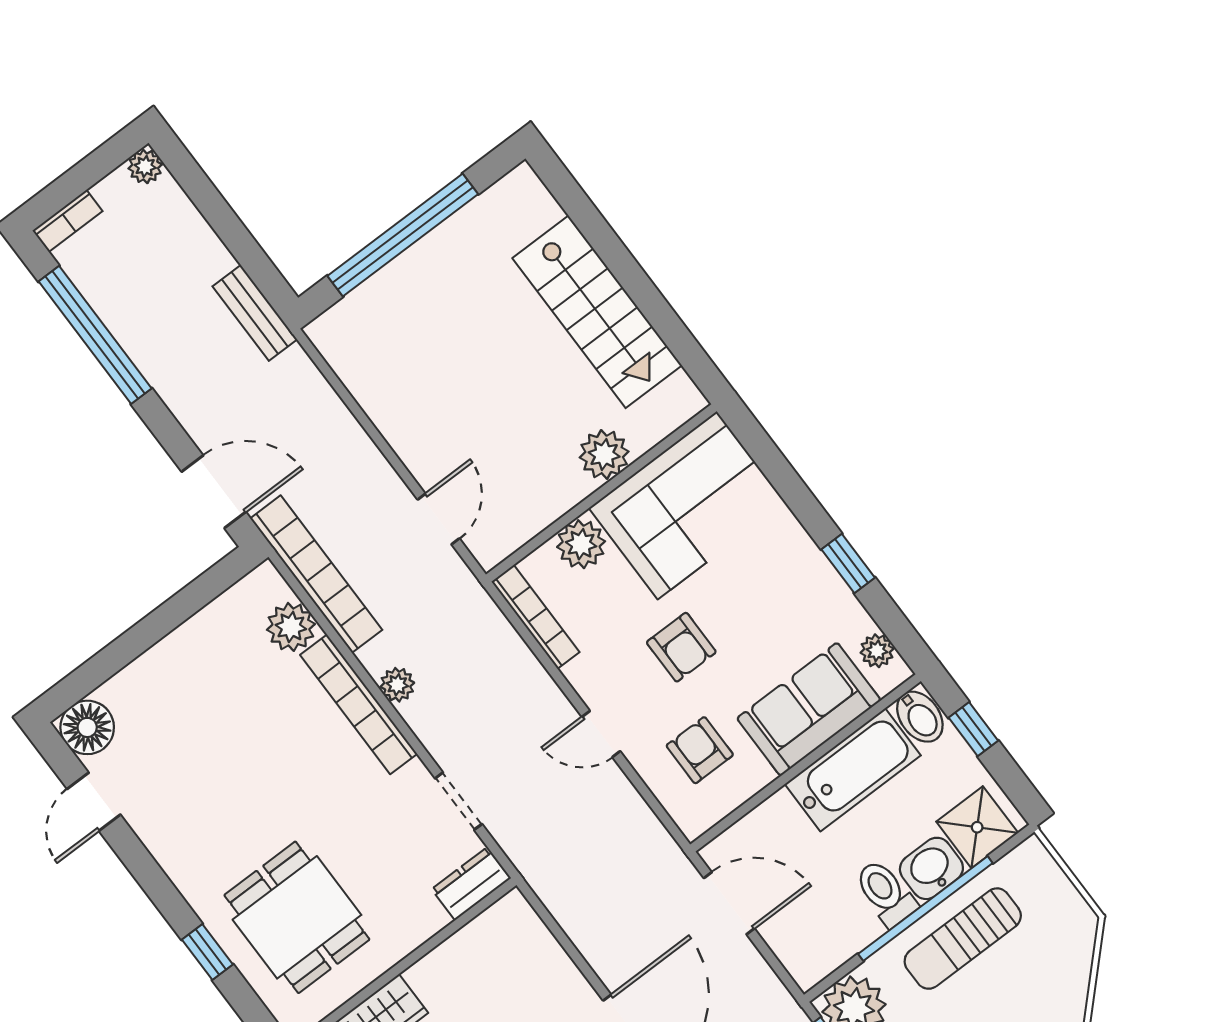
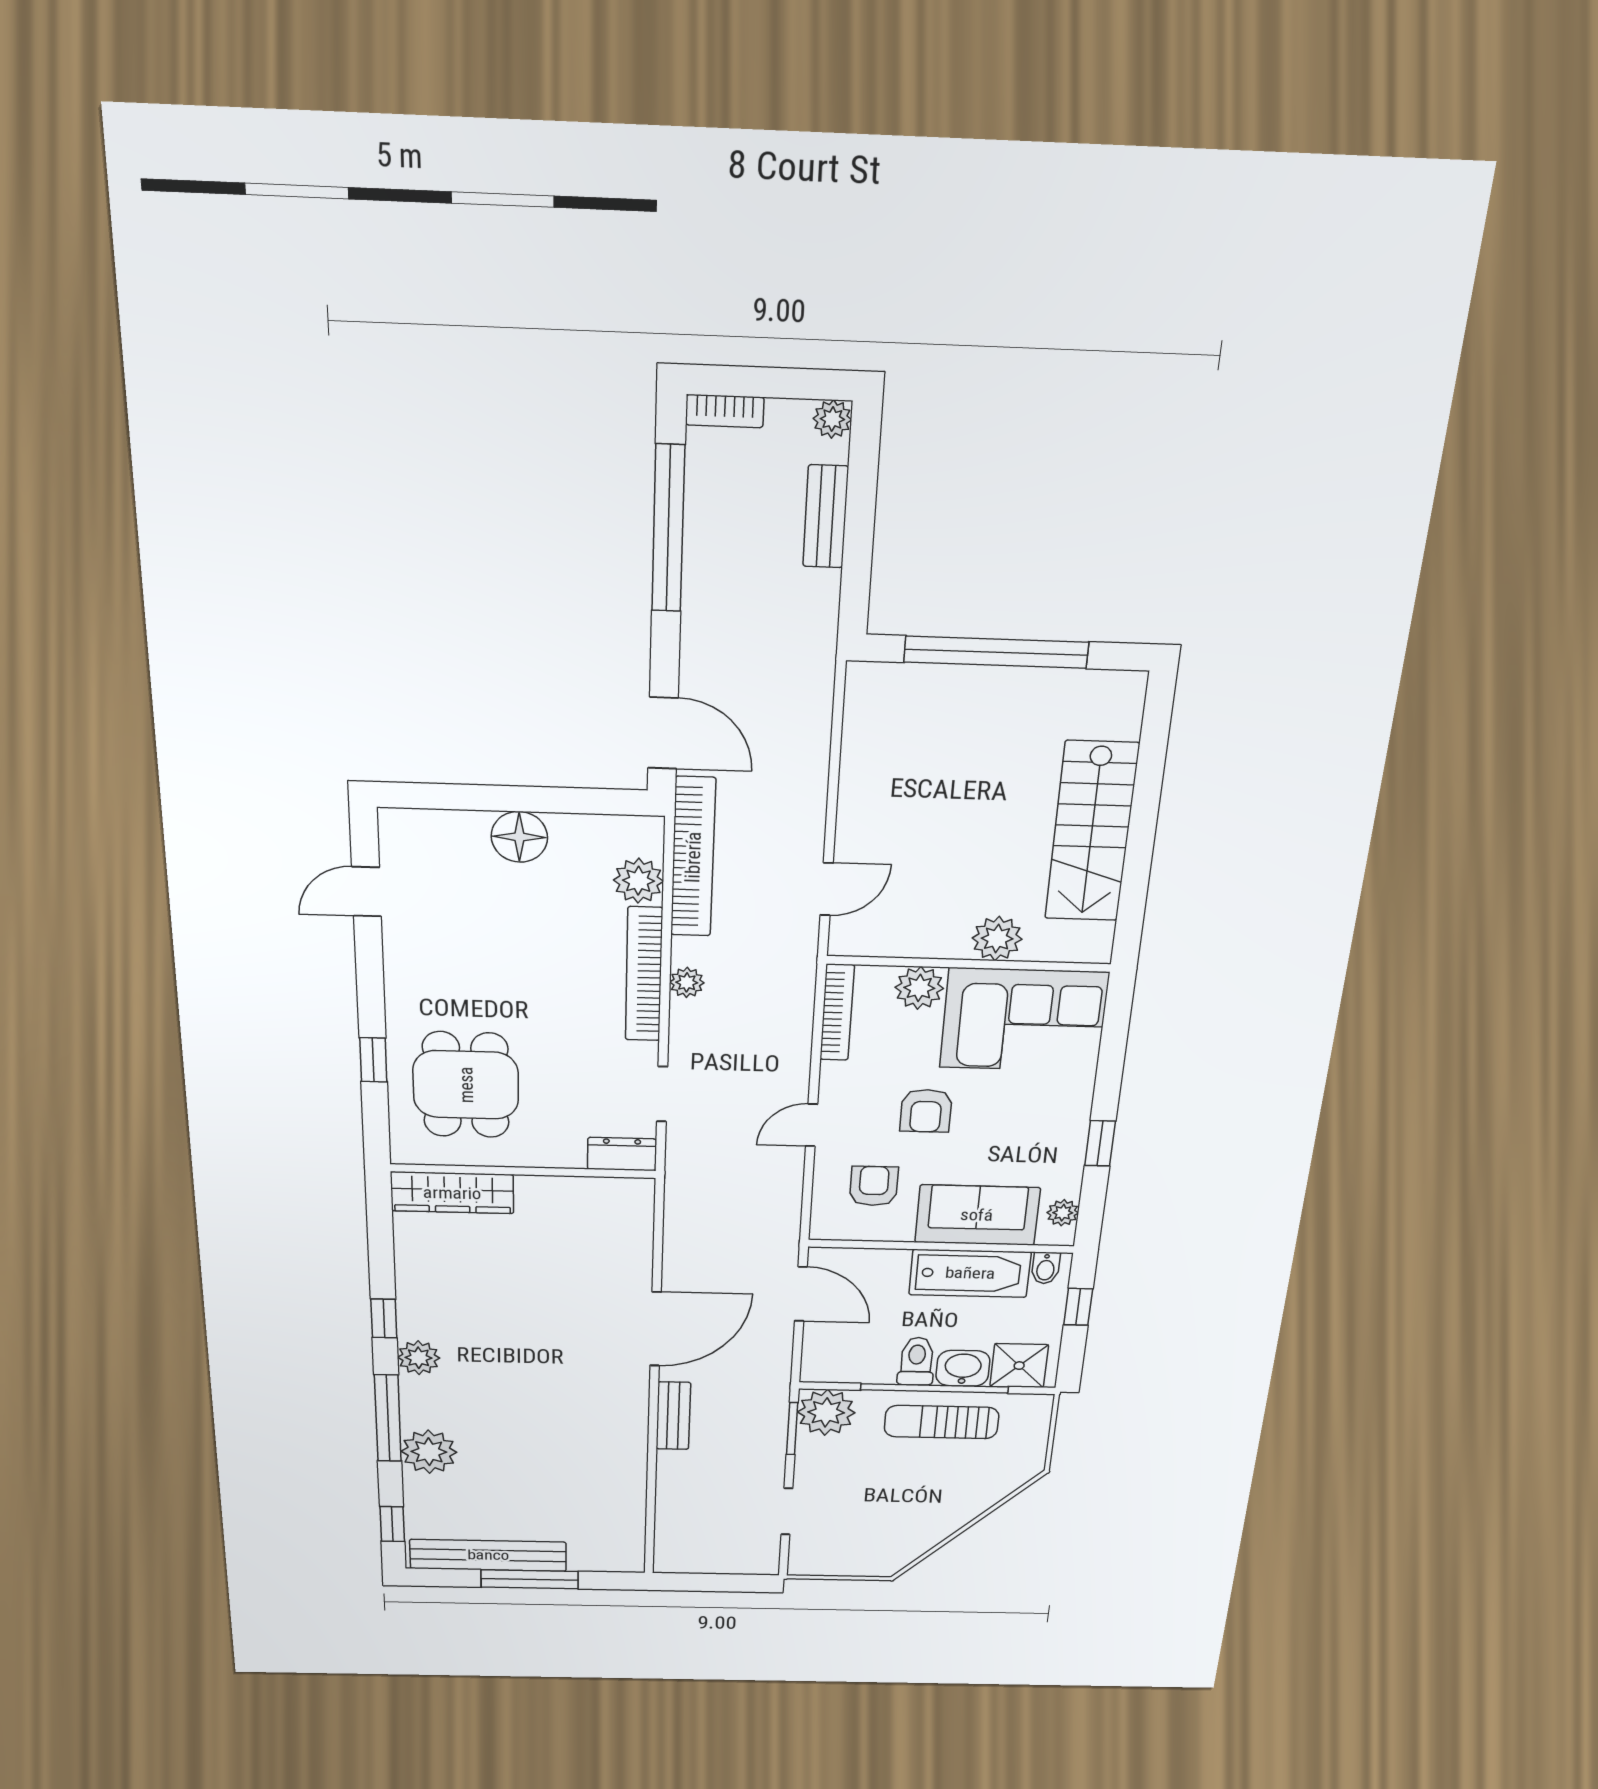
bench: (255, 313) -> (826, 517), moved
bidet: (920, 717) -> (1046, 1268), width x0.72, depth x0.74
floor lamp: (87, 727) -> (519, 837), moved
door: (601, 734) -> (812, 1125), hinge flipped

